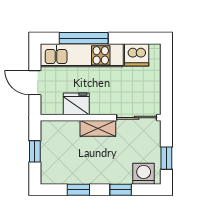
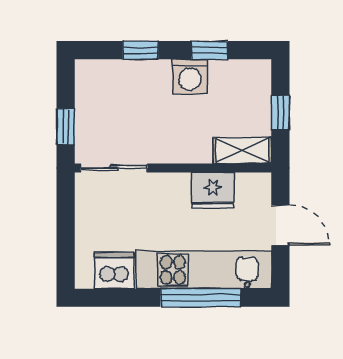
shelving: (98, 128) -> (243, 150), moved
window: (166, 158) -> (66, 127), moved
washing machine: (144, 174) -> (190, 76), moved

